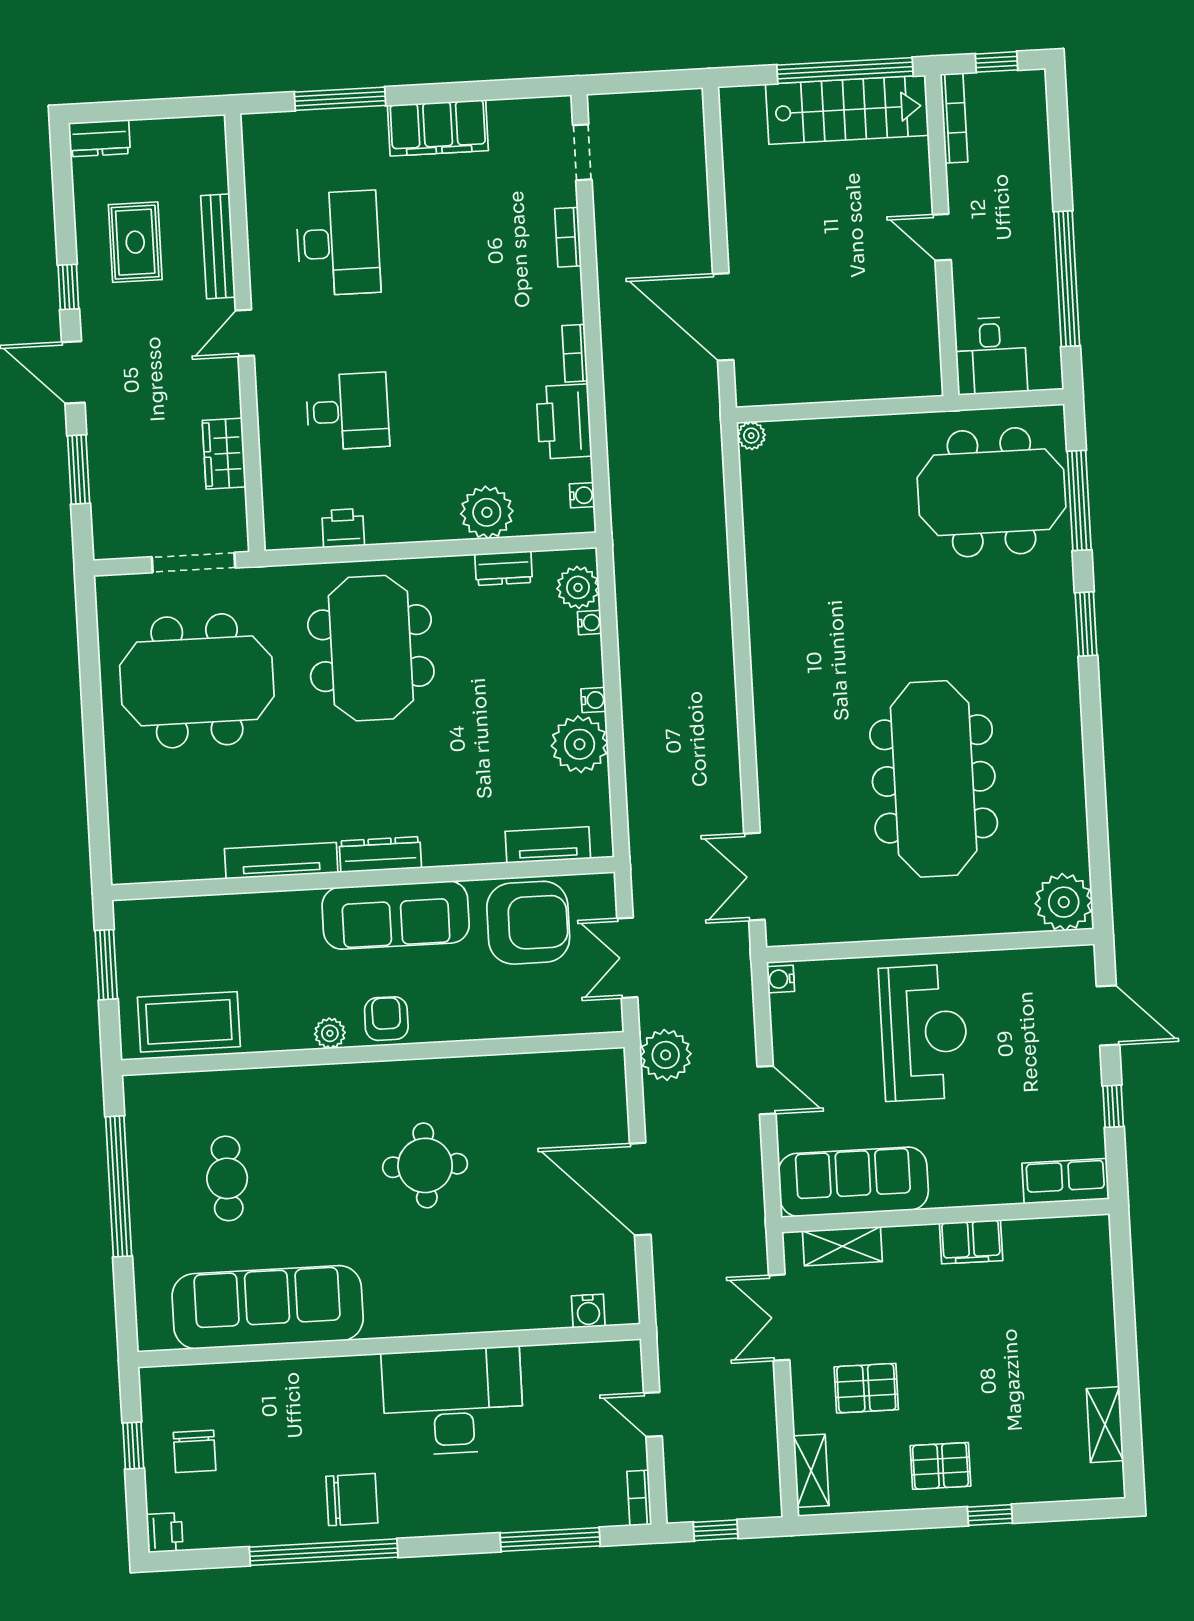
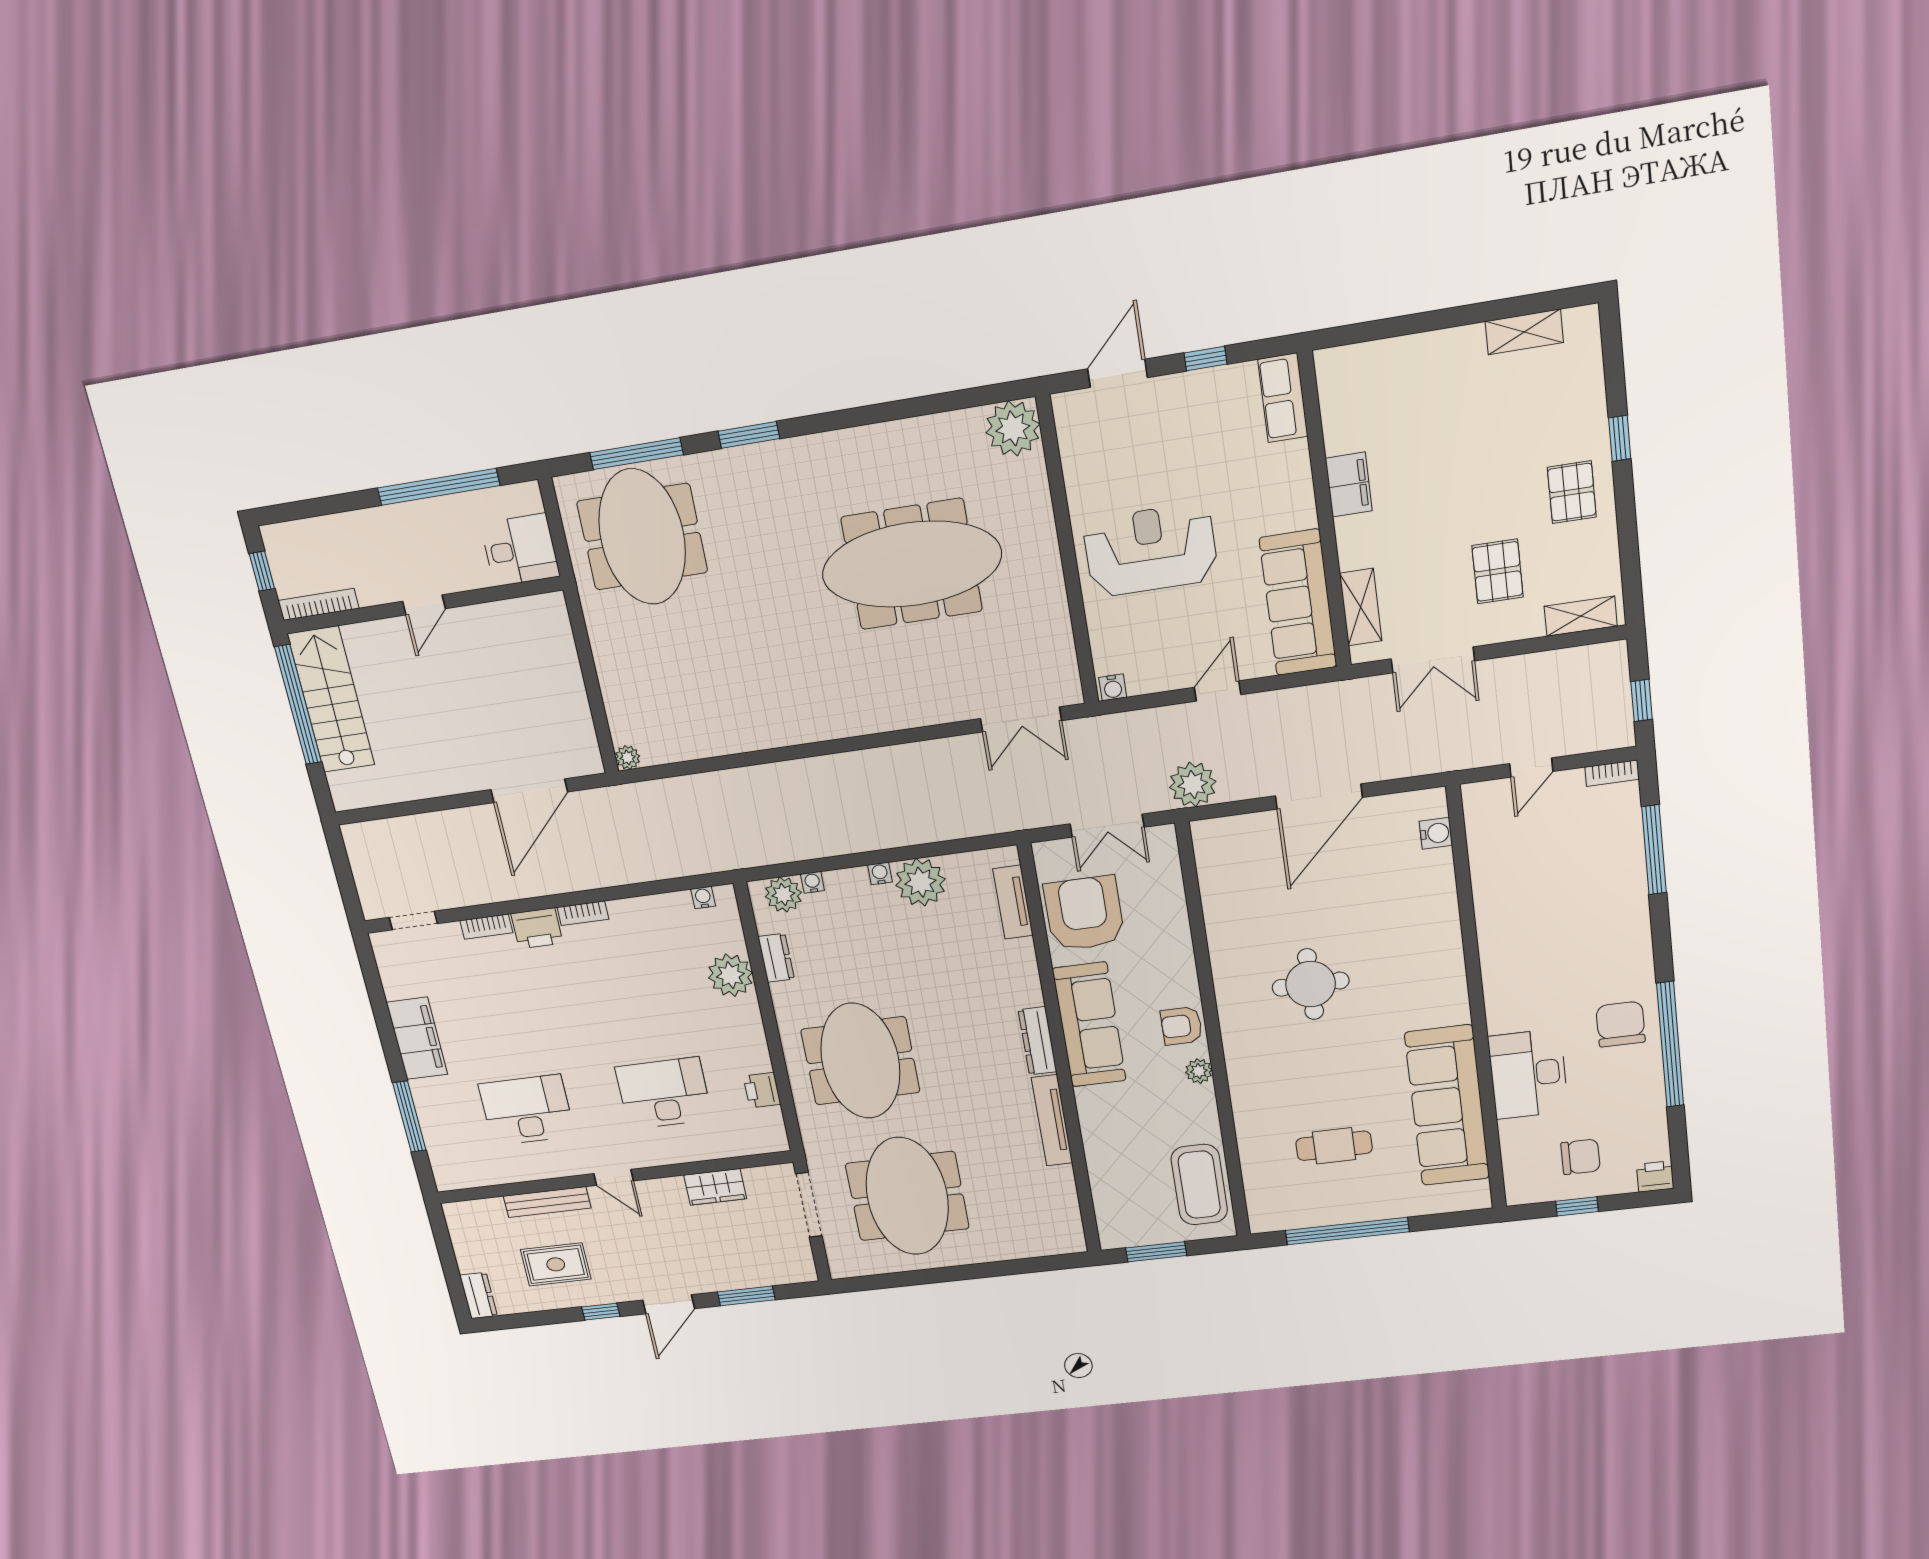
desk: (348, 411) -> (664, 1093), width x1.37
printer: (564, 421) -> (537, 928), moved, width x0.73, depth x0.84
meeting table: (371, 648) -> (860, 1061), turned 90
desk: (453, 1401) -> (1528, 1074), moved, width x0.73, depth x0.77

